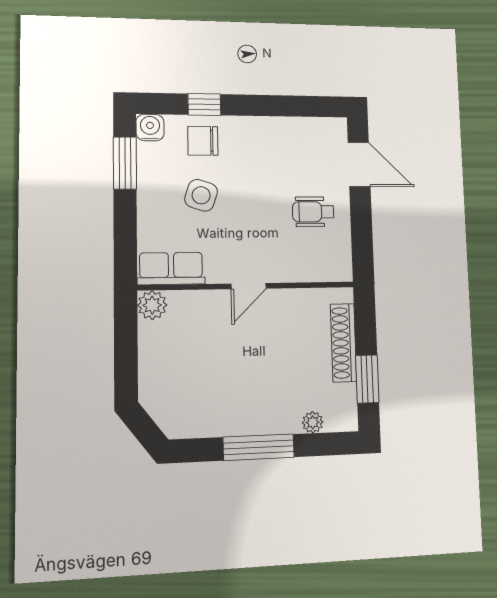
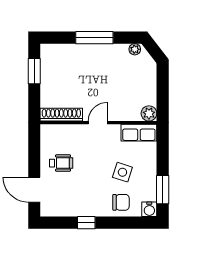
window: (204, 104) -> (86, 223), moved
shoe rack: (344, 343) -> (61, 115), moved, turned -90
plant: (313, 422) -> (135, 49), moved

